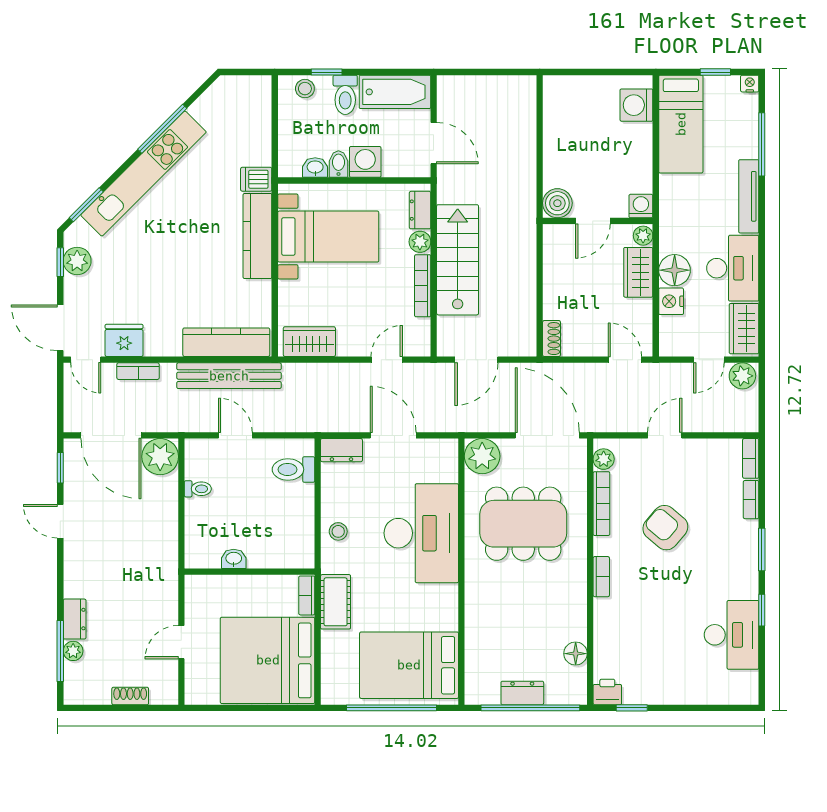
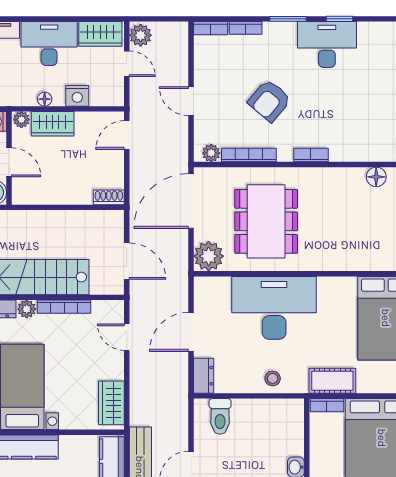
floor lamp: (675, 270) -> (45, 99), width x0.53, depth x0.53
desk: (732, 635) -> (327, 44), moved

